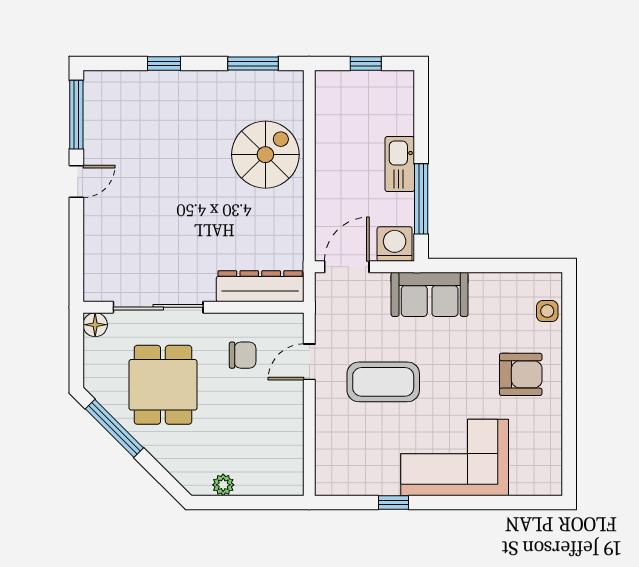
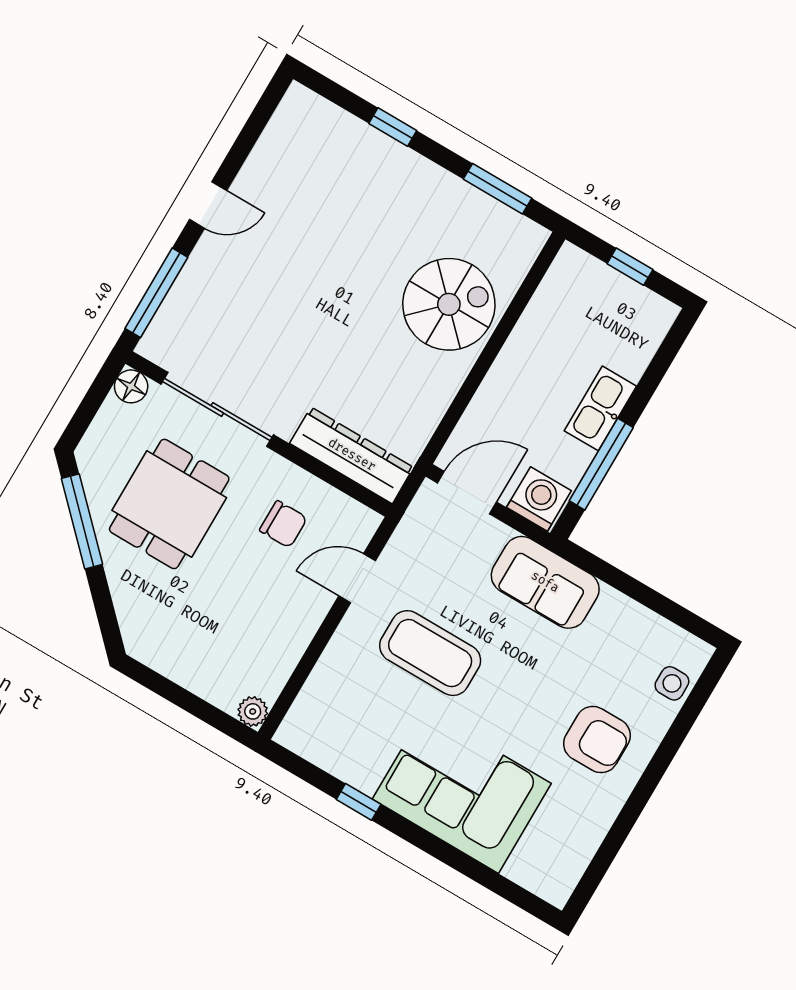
window: (76, 115) -> (156, 293), moved
plant: (223, 485) -> (253, 711), moved

